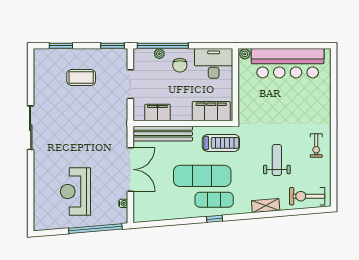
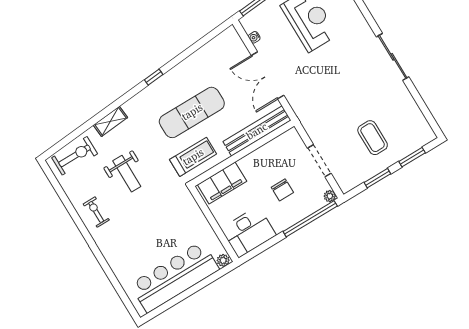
window: (112, 46) -> (377, 178), moved
plant: (159, 54) -> (330, 196), moved
chair: (180, 65) -> (282, 190), moved, turned 180
coffee table: (81, 78) -> (373, 138), turned 90
filing cabinet: (157, 112) -> (275, 149), removed
treadmill: (221, 143) -> (193, 157), turned 180
exercise mat: (214, 200) -> (165, 96), removed

